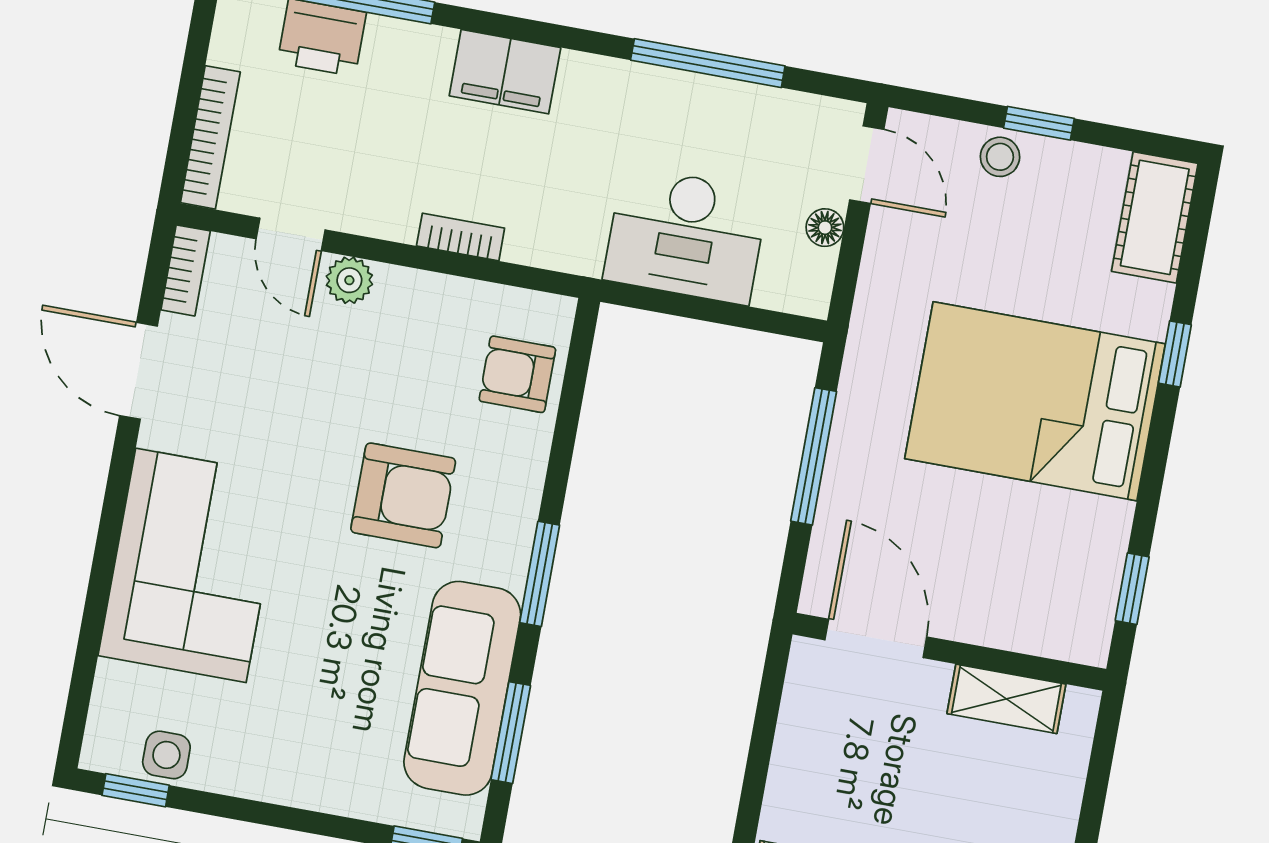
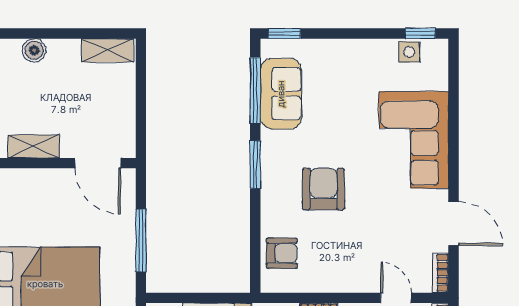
plant: (349, 280) -> (366, 282), removed
armchair: (403, 495) -> (323, 189), turned 90
sofa: (462, 688) -> (281, 94), width x0.73
window: (511, 733) -> (255, 90), width x1.44

